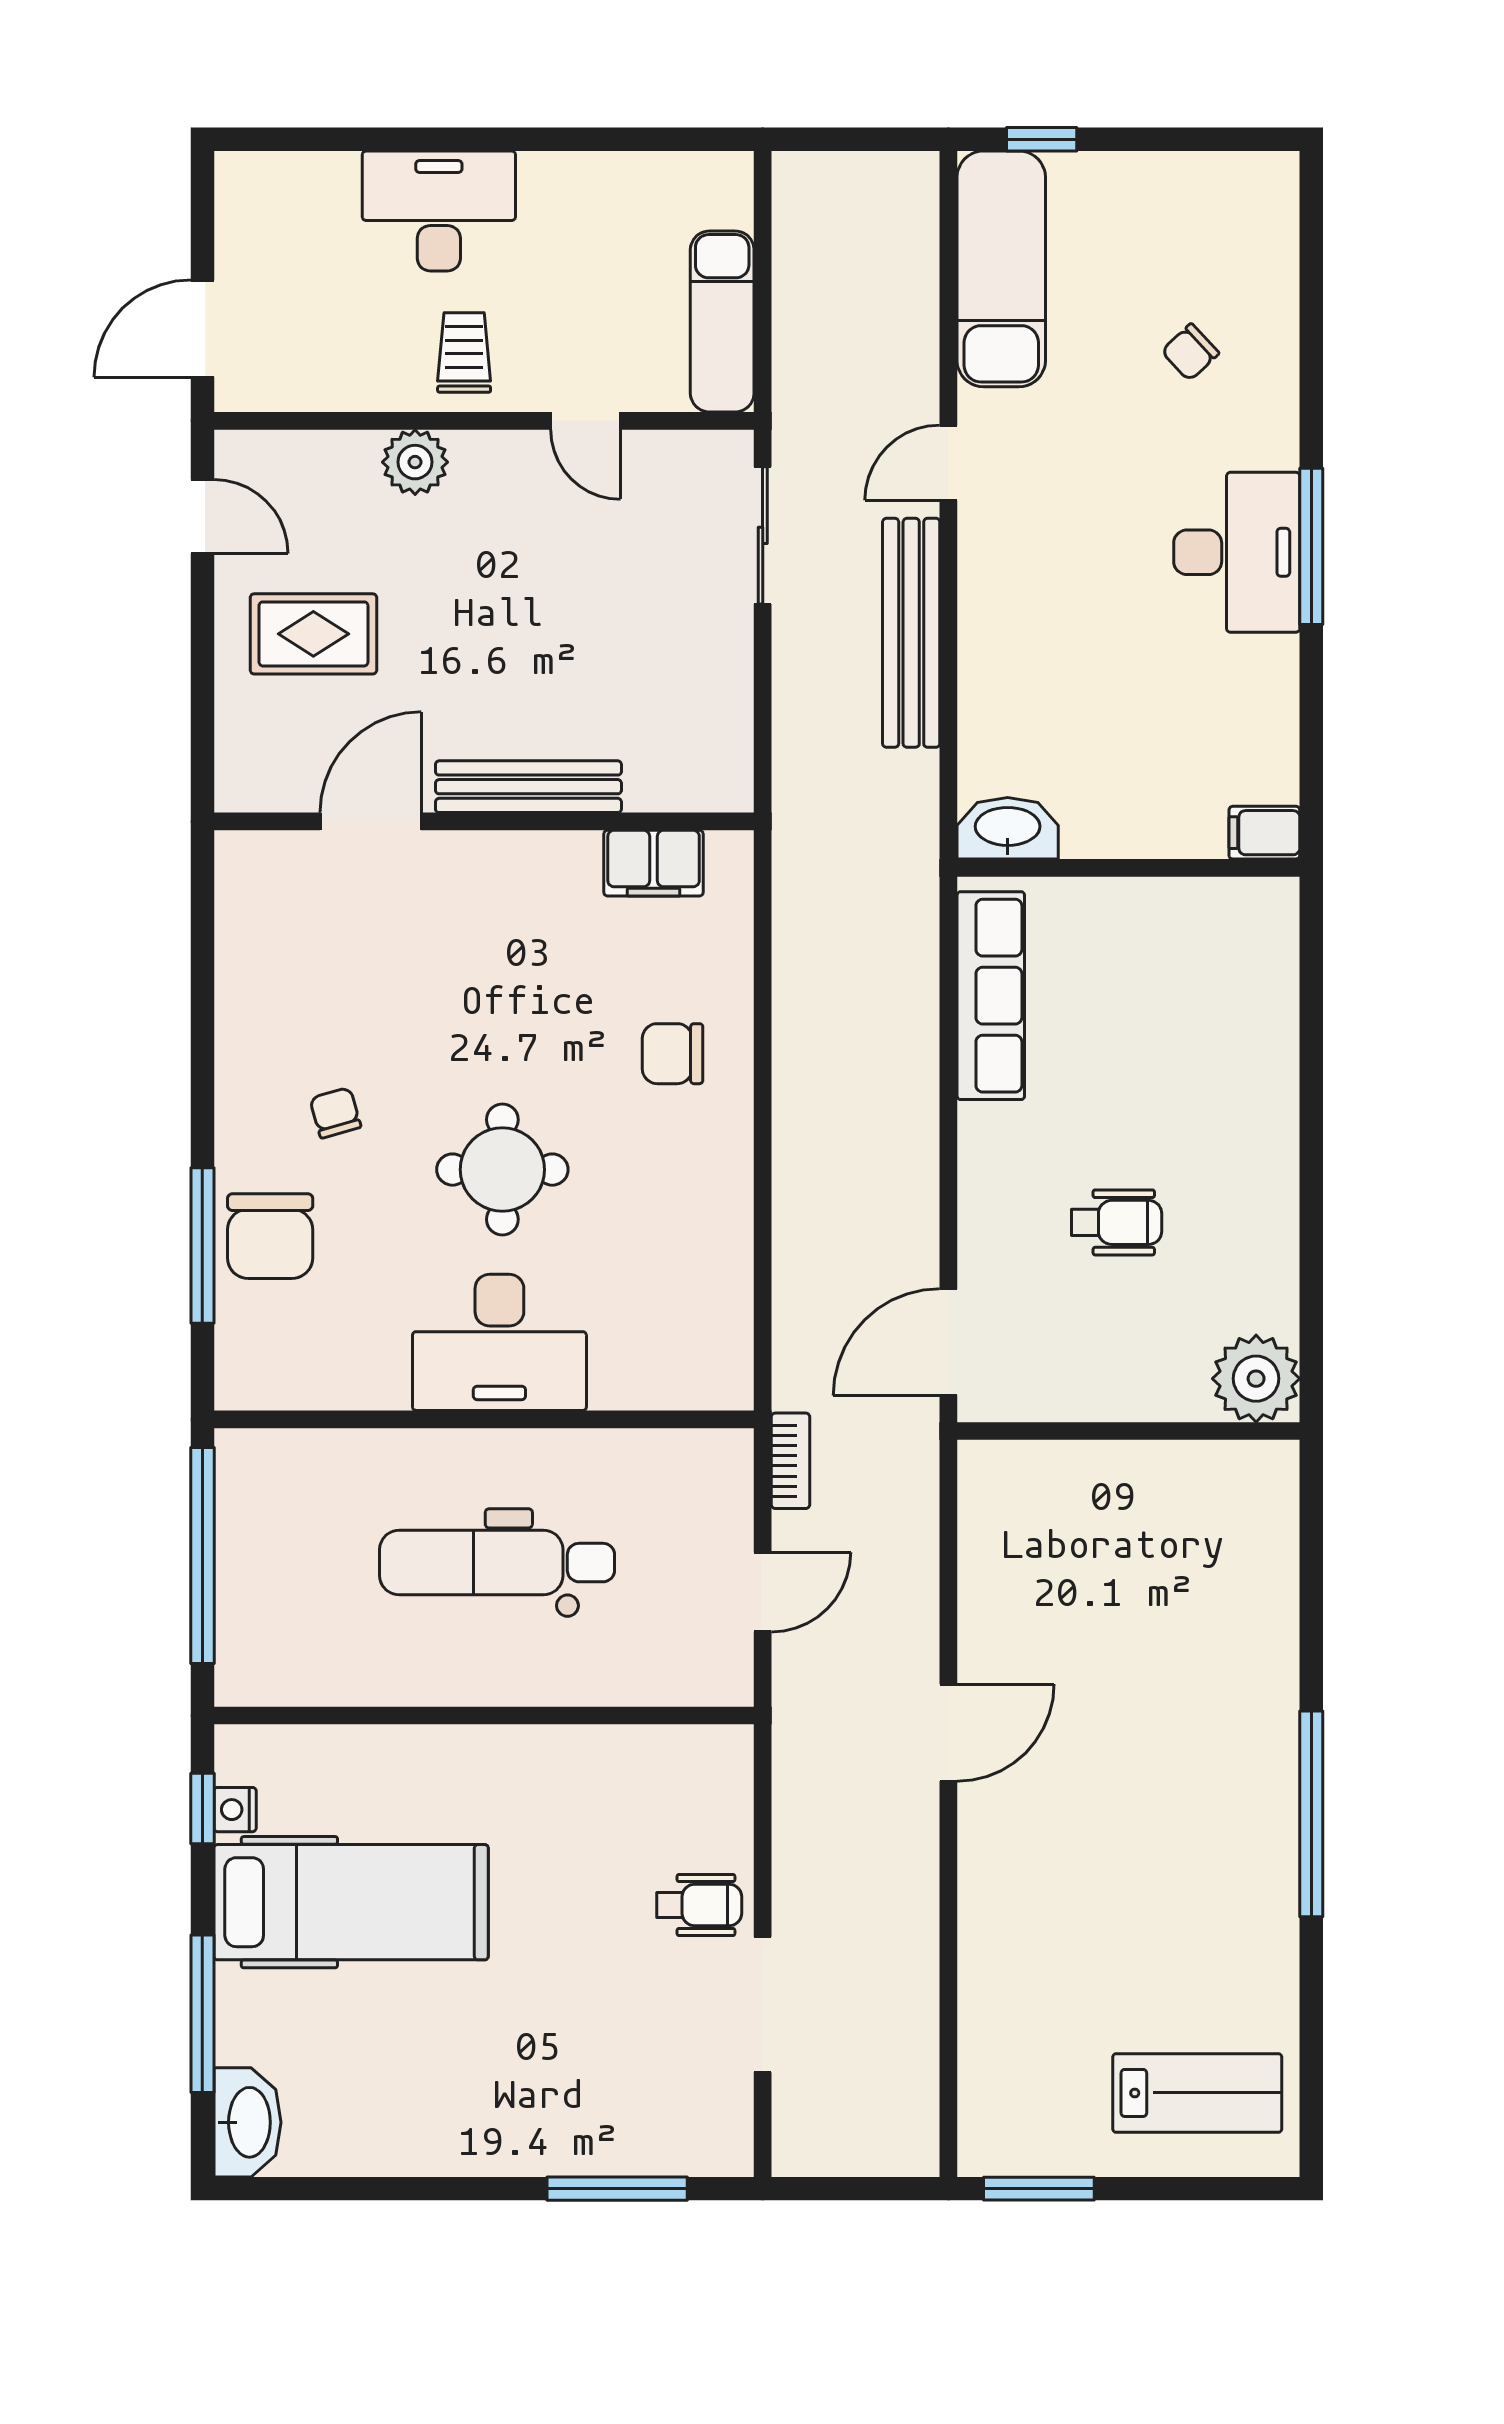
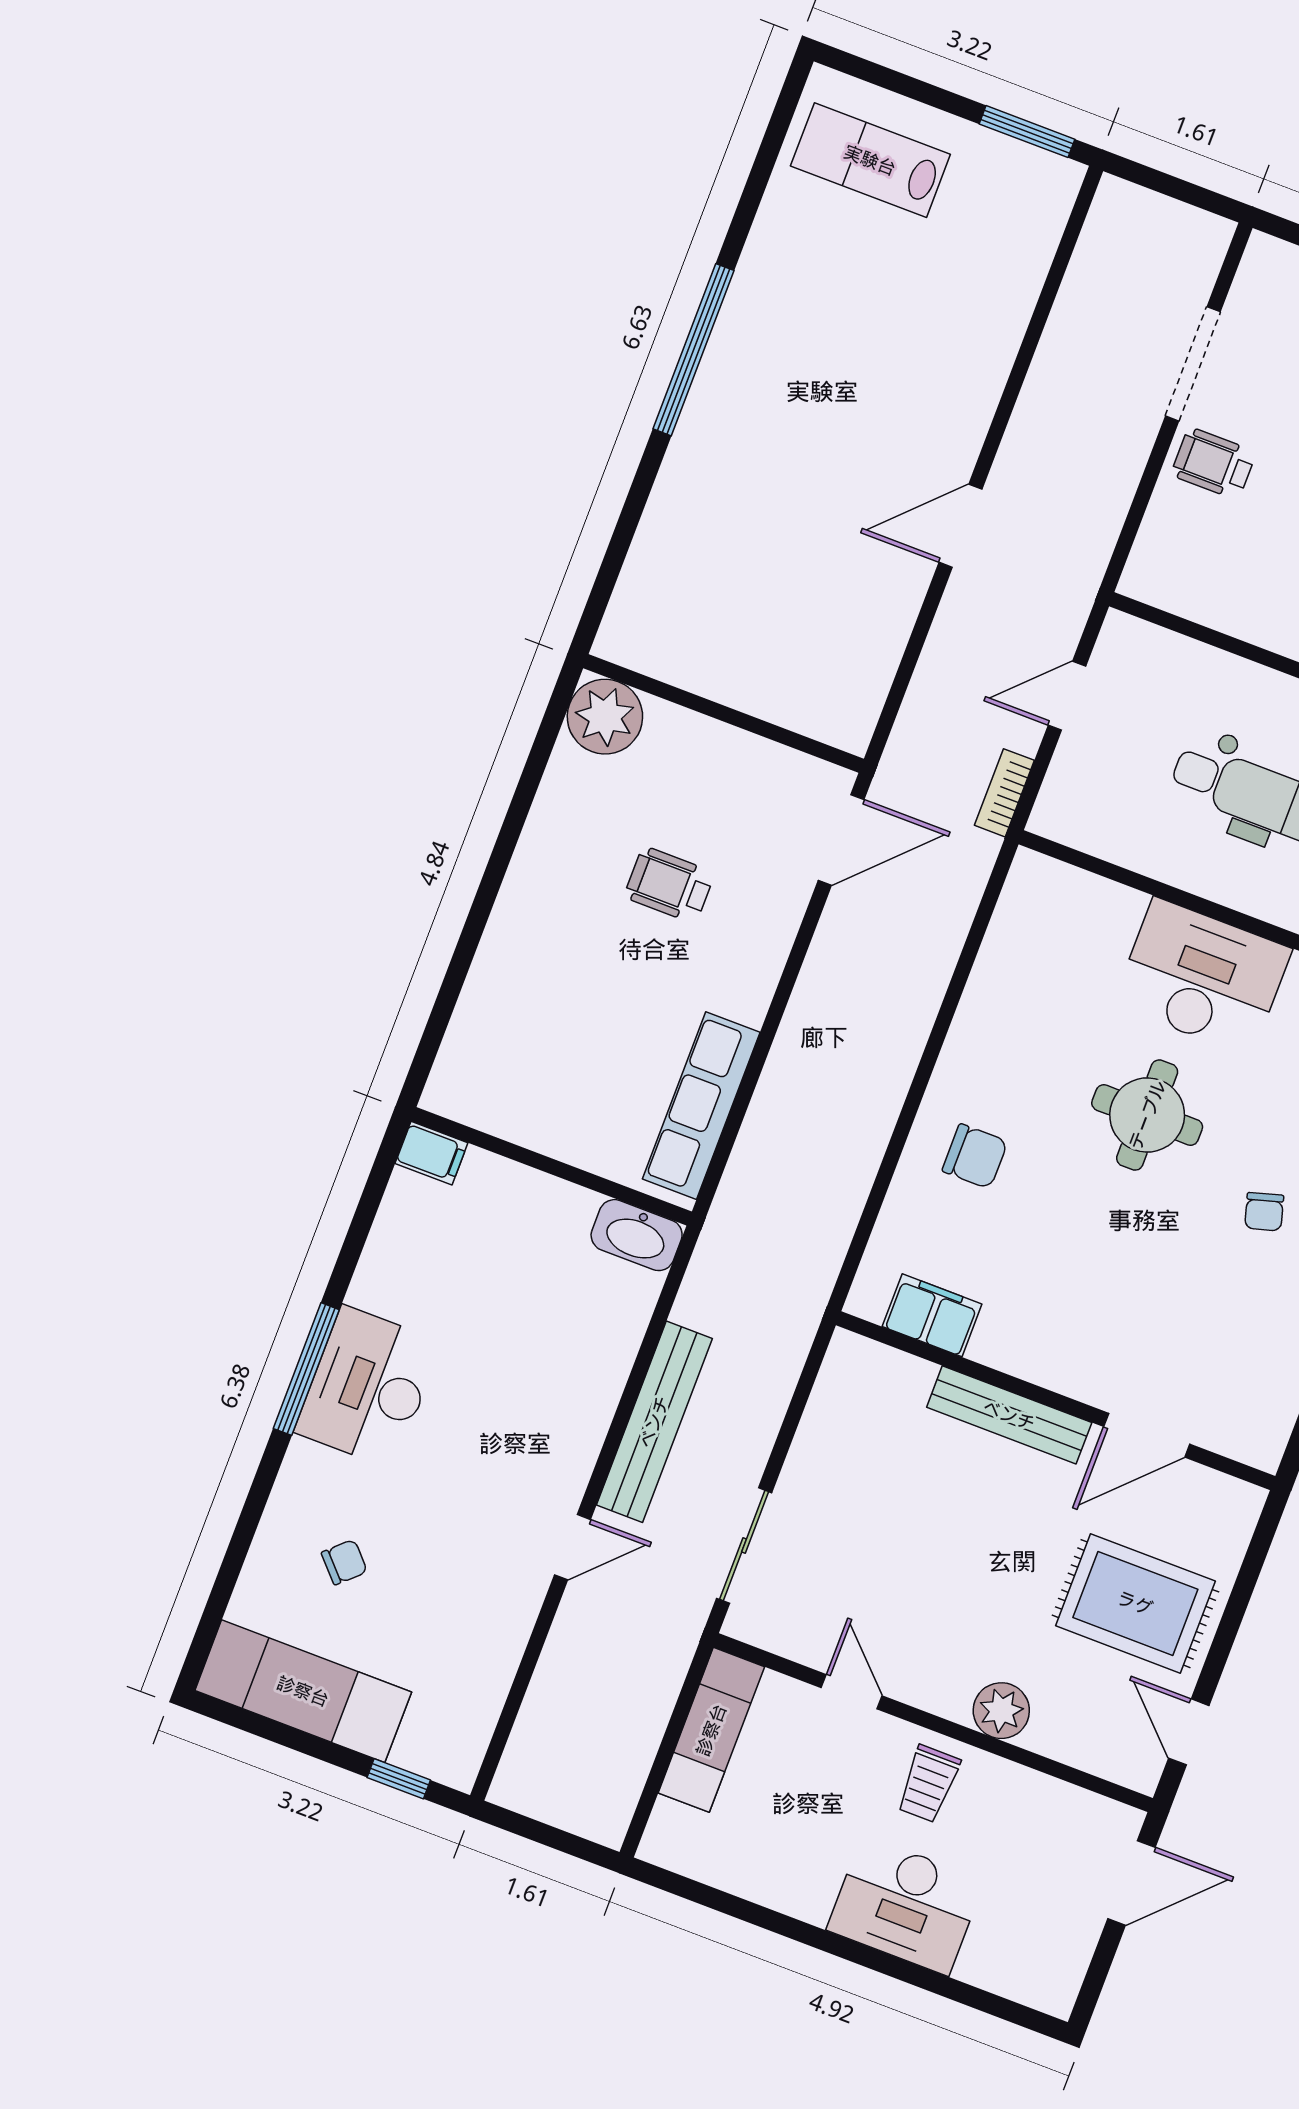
exam couch: (1001, 269) -> (303, 1691), moved, turned 90
rug: (313, 634) -> (1135, 1603), width x1.36, depth x1.43

